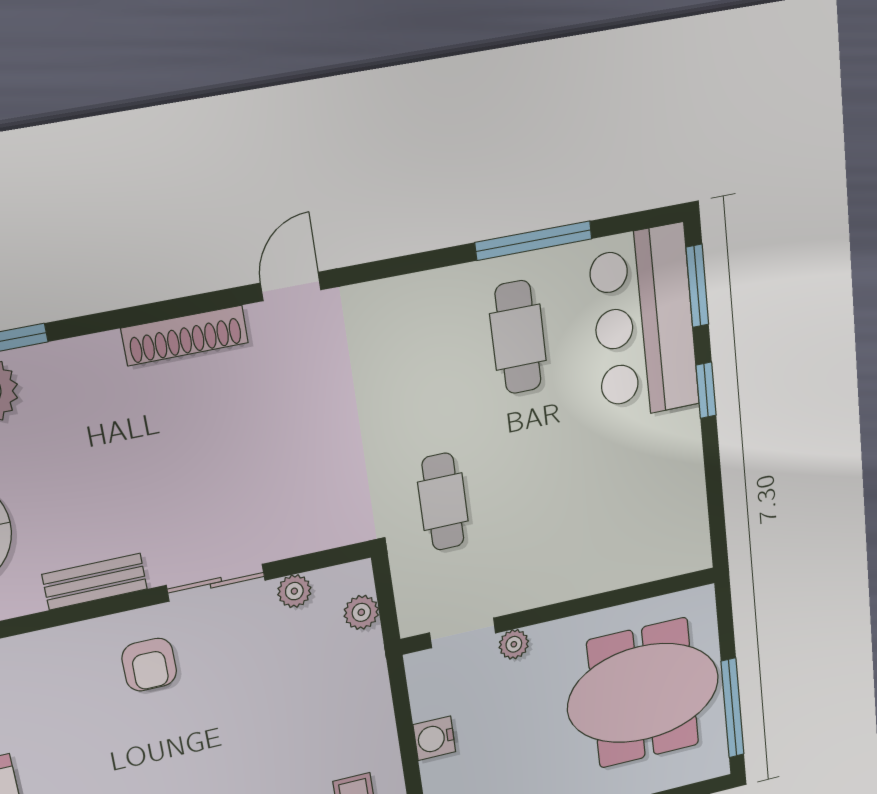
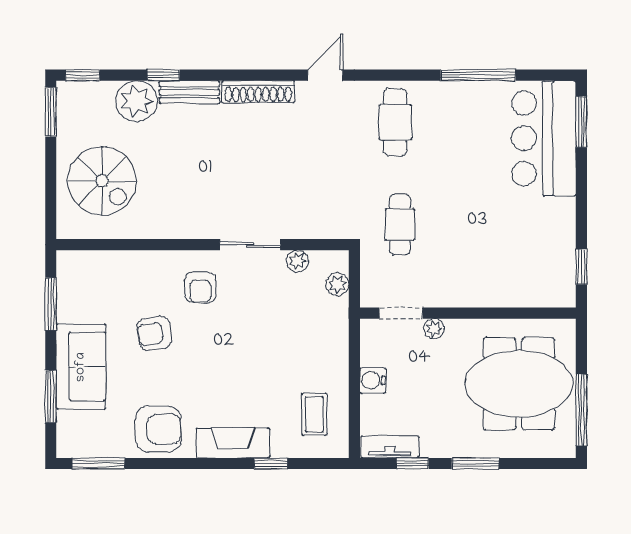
cafe table: (518, 337) -> (395, 122), moved
window: (706, 390) -> (581, 267), moved
bench: (95, 582) -> (189, 92), moved
armchair: (90, 749) -> (154, 333), added

